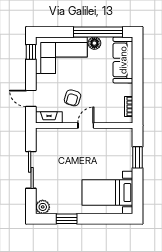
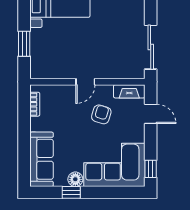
window: (98, 32) -> (71, 192), width x0.32
sliding door: (31, 170) -> (151, 47), moved

